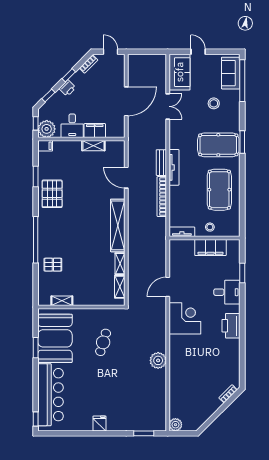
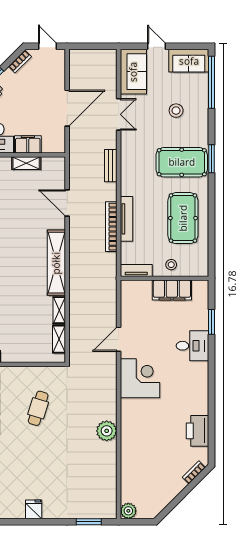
sofa: (231, 73) -> (189, 61), moved, turned -90
bench: (161, 163) -> (111, 166), moved
tv unit: (174, 167) -> (126, 219), moved
printer: (231, 326) -> (198, 431), moved

